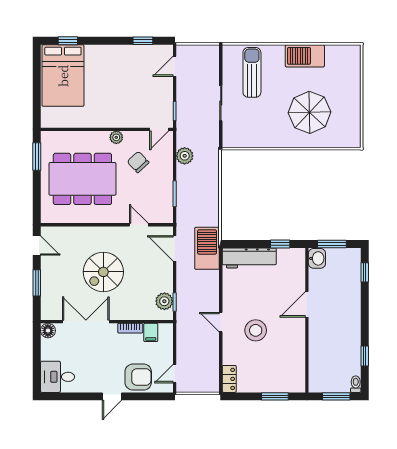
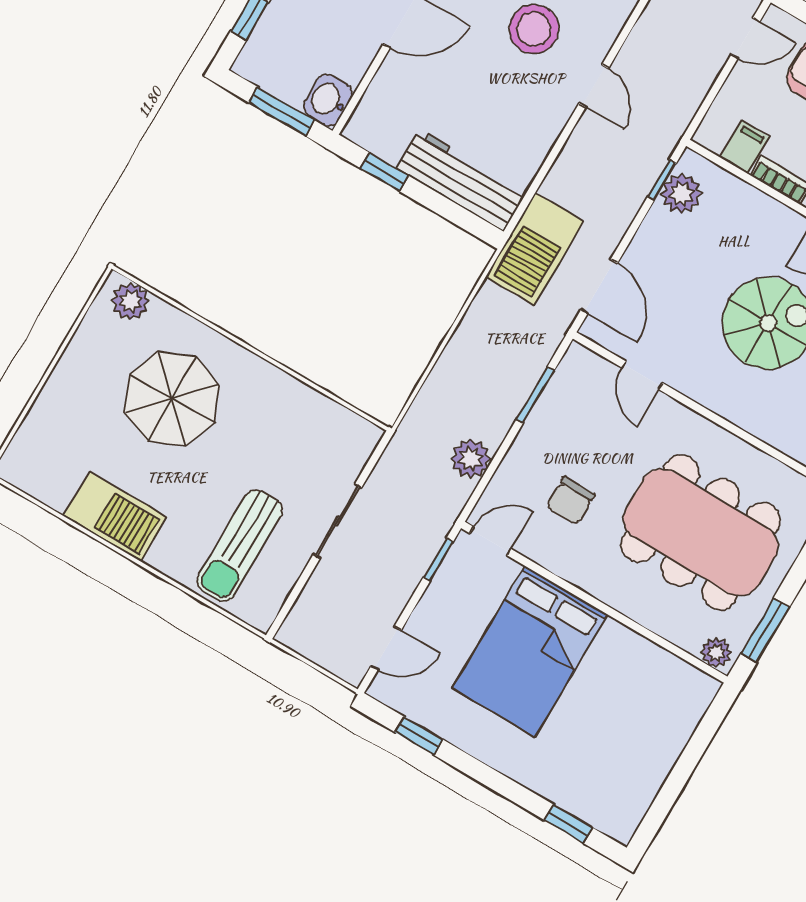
bed: (63, 76) -> (530, 651), moved, turned 180
plant: (116, 137) -> (716, 653), moved
plant: (347, 140) -> (130, 301), added
chair: (138, 162) -> (571, 501), turned 43

